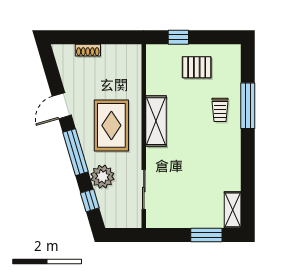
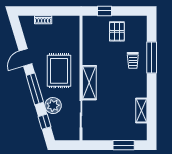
pallet: (197, 67) -> (117, 31), turned 90
shelving: (156, 121) -> (89, 83), moved
shelving: (233, 210) -> (141, 111), moved

